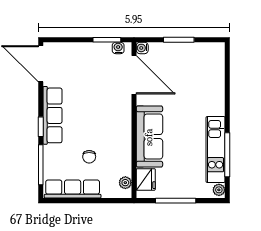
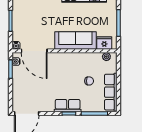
door: (134, 75) -> (34, 51), swing flipped
row of seats: (53, 115) -> (68, 106), width x0.68

